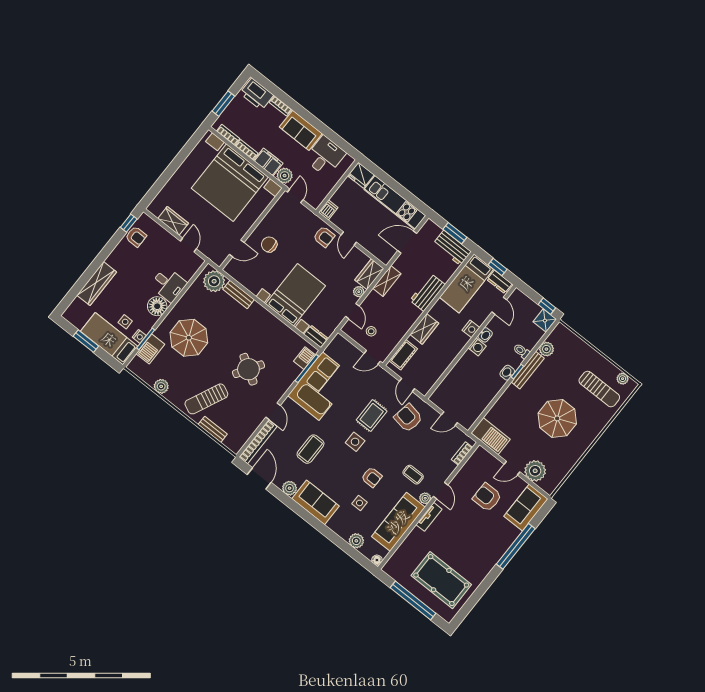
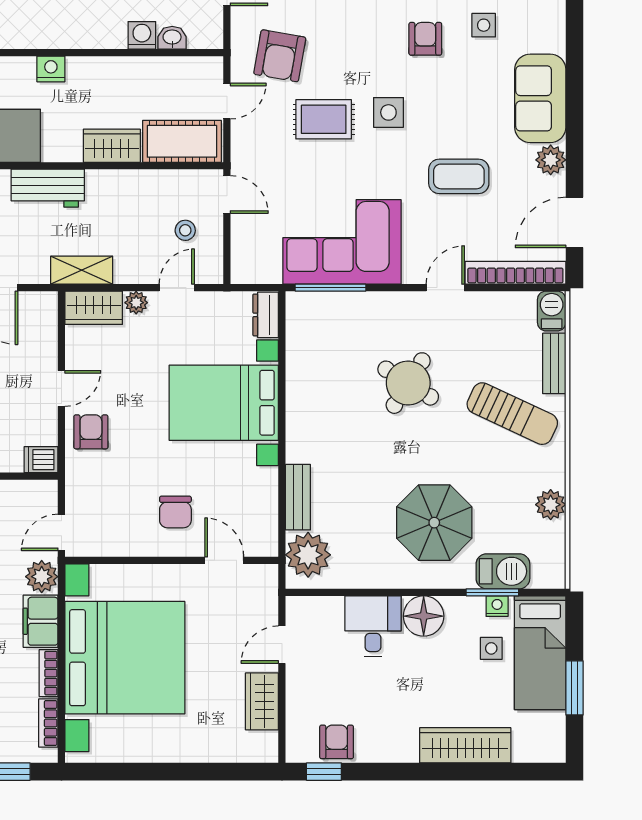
washbasin: (485, 335) -> (172, 38), moved
washing machine: (477, 347) -> (142, 35), moved
cot: (403, 355) -> (182, 141), width x1.37, depth x1.34
barbecue: (304, 358) -> (552, 311), moved, turned 90

